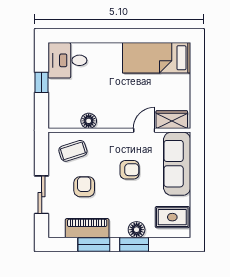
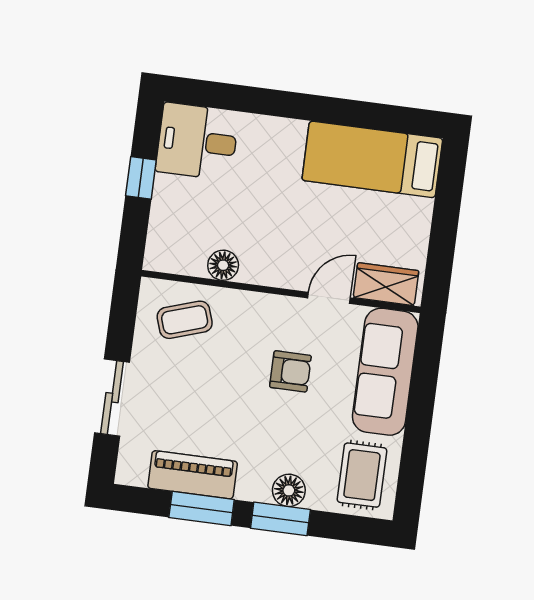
armchair: (84, 187) -> (197, 393), removed
rug: (172, 217) -> (362, 475), turned 90

